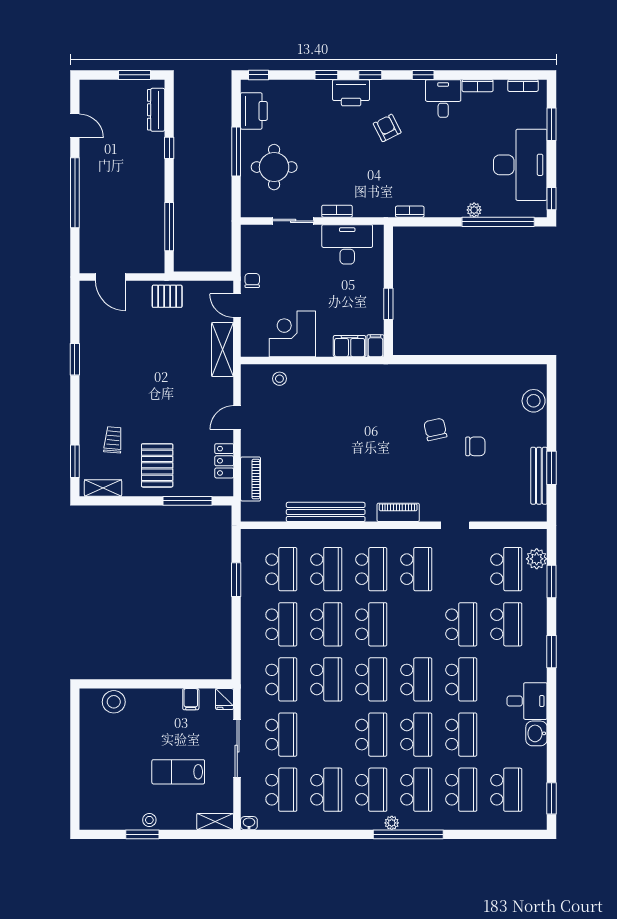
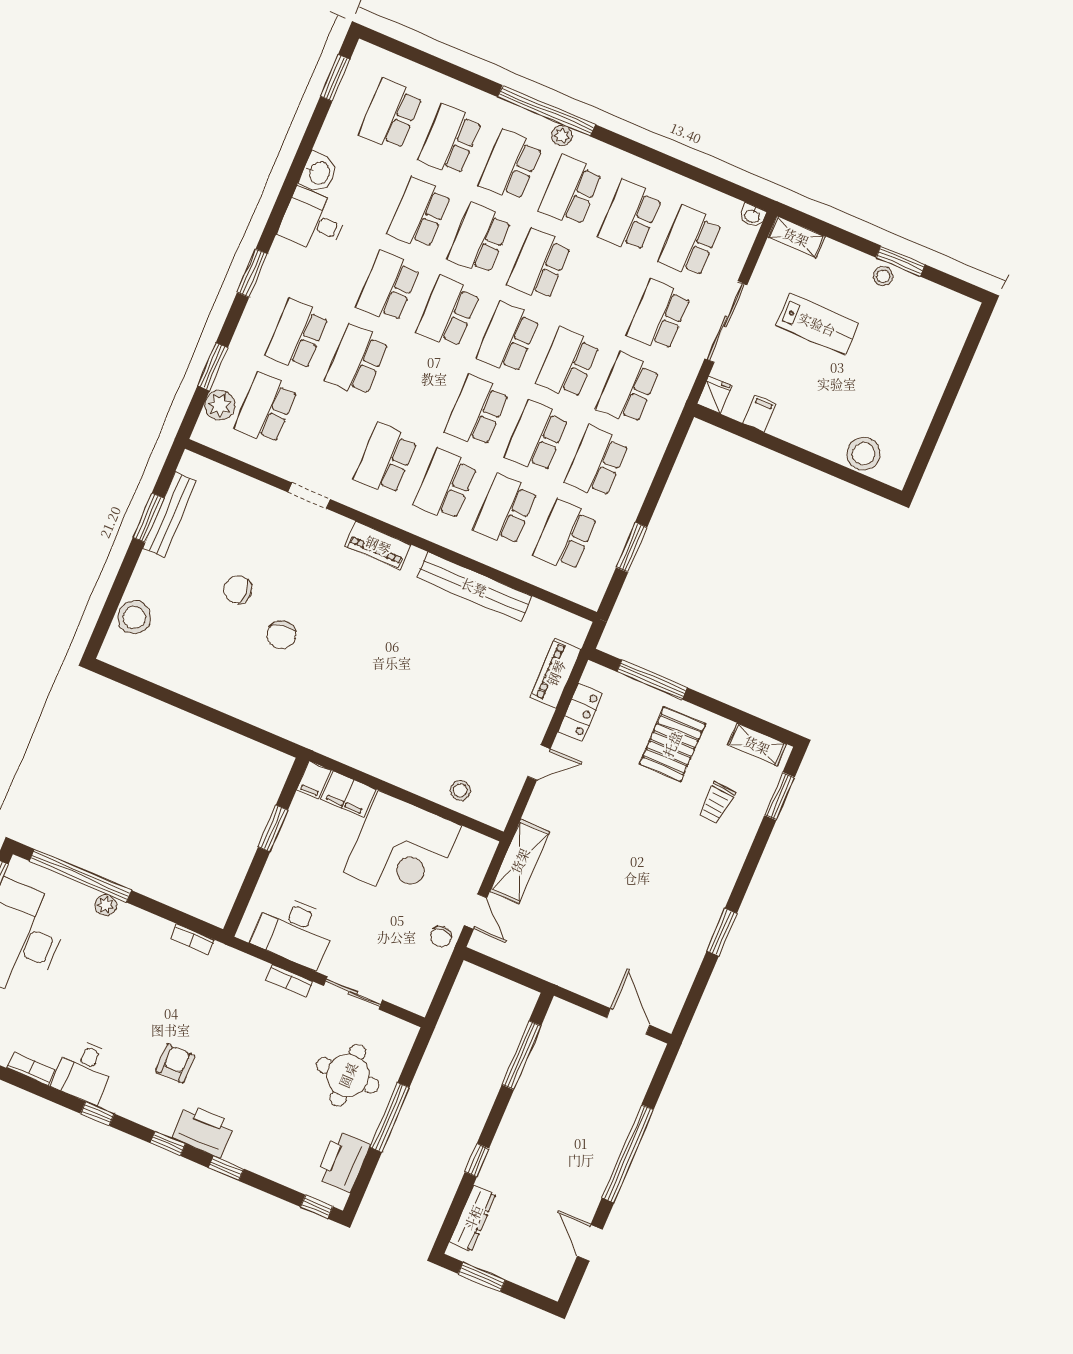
armchair: (387, 128) -> (175, 1063), turned -153
pallet: (167, 296) -> (563, 964), removed
corner desk: (292, 334) -> (402, 849), width x1.36, depth x1.36

